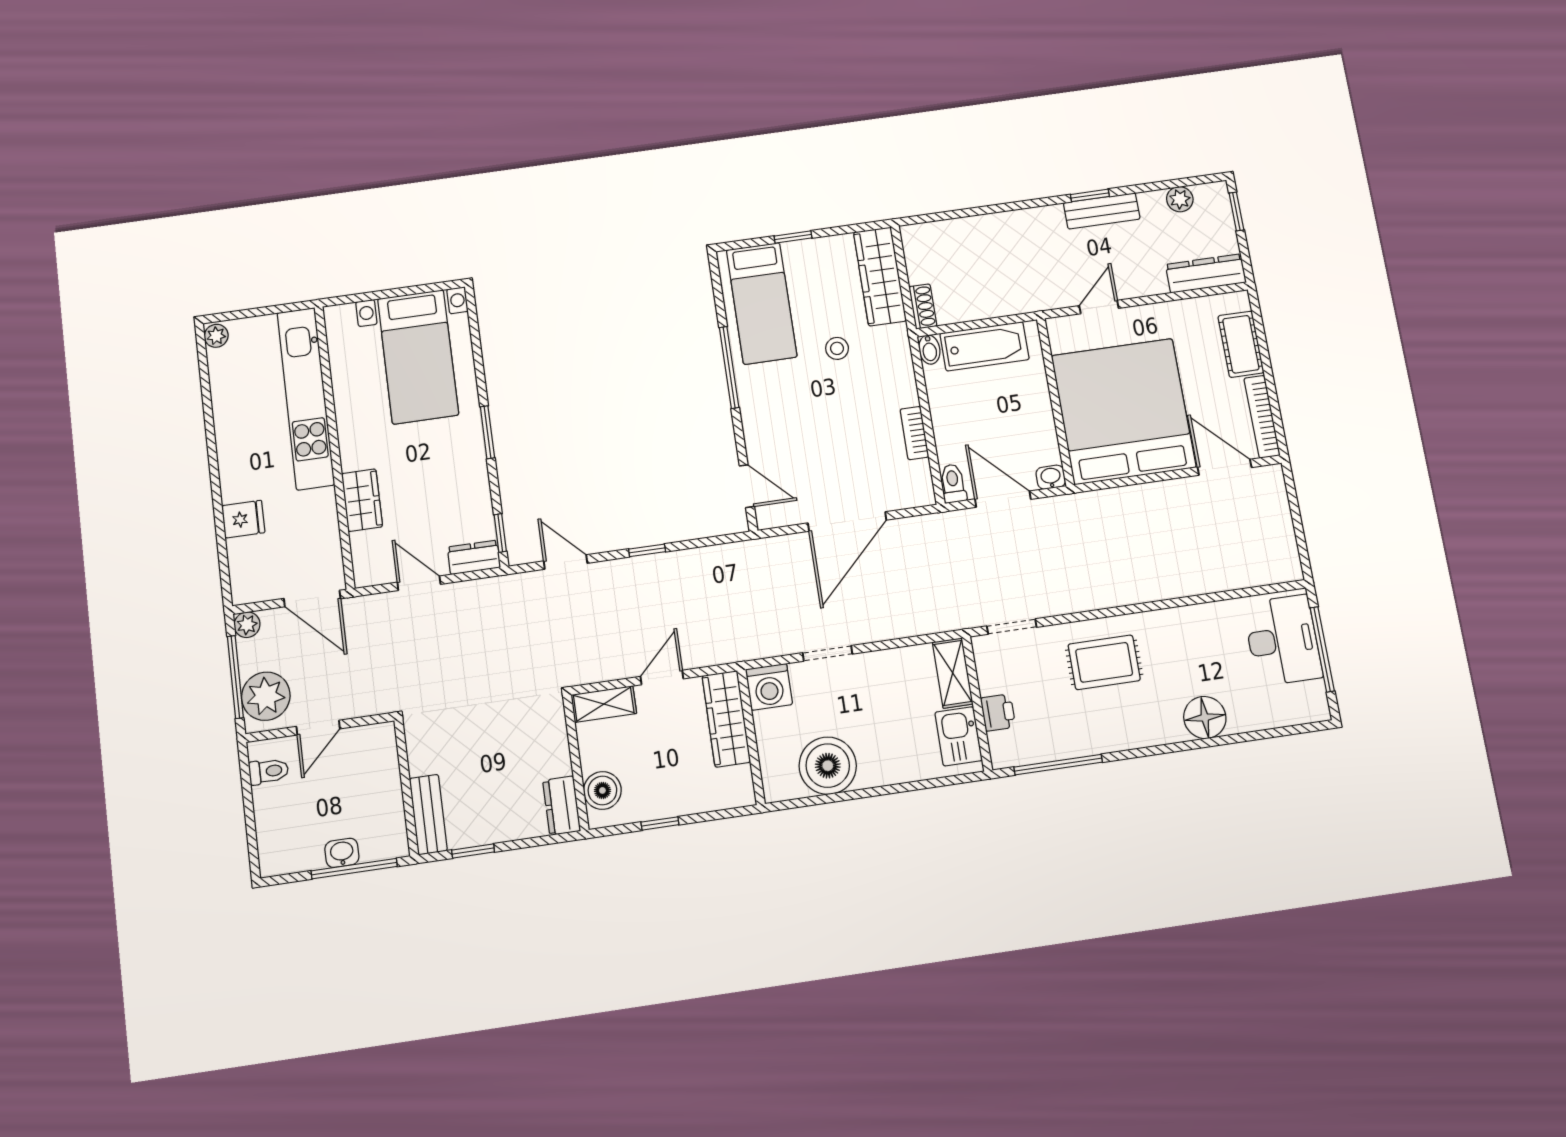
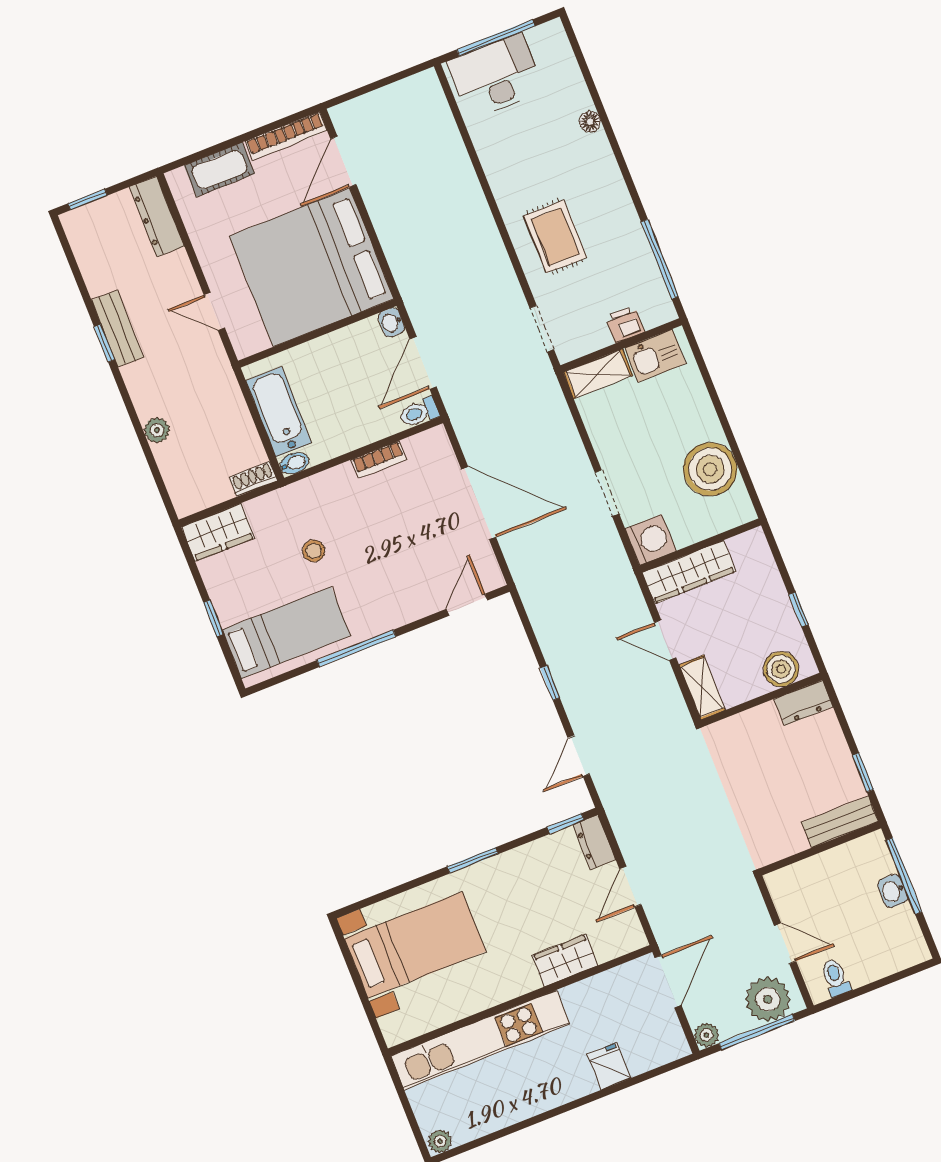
plant: (1180, 199) -> (157, 430), moved
wardrobe: (880, 276) -> (218, 532), width x0.67
floor lamp: (1205, 718) -> (590, 122), width x0.53, depth x0.53

